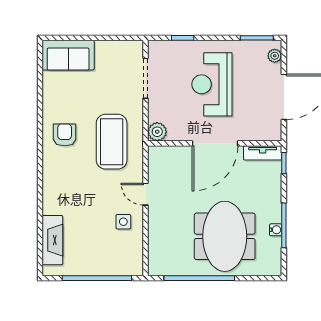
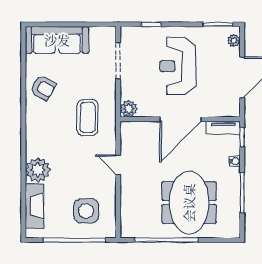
sofa: (68, 55) -> (57, 40), width x1.36
armchair: (65, 135) -> (43, 88), moved, turned 119
coffee table: (112, 142) -> (88, 118), width x0.73, depth x0.76
plant: (56, 200) -> (38, 170), added
side table: (123, 222) -> (86, 211), moved, width x1.87, depth x1.87
water cooler: (276, 230) -> (235, 161), moved

